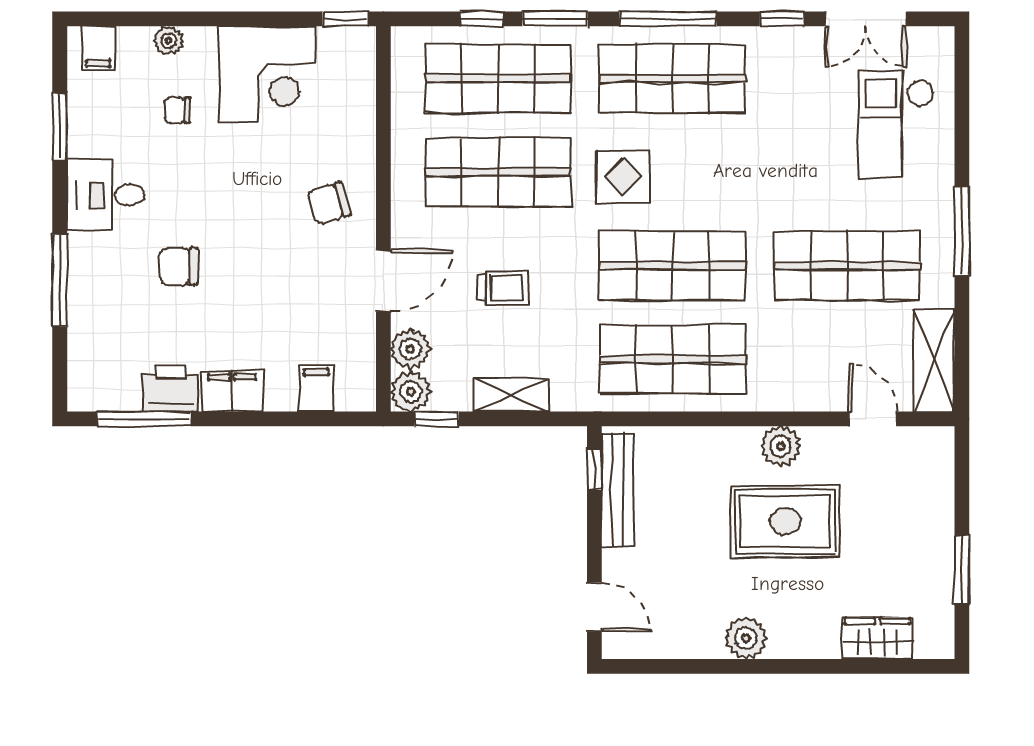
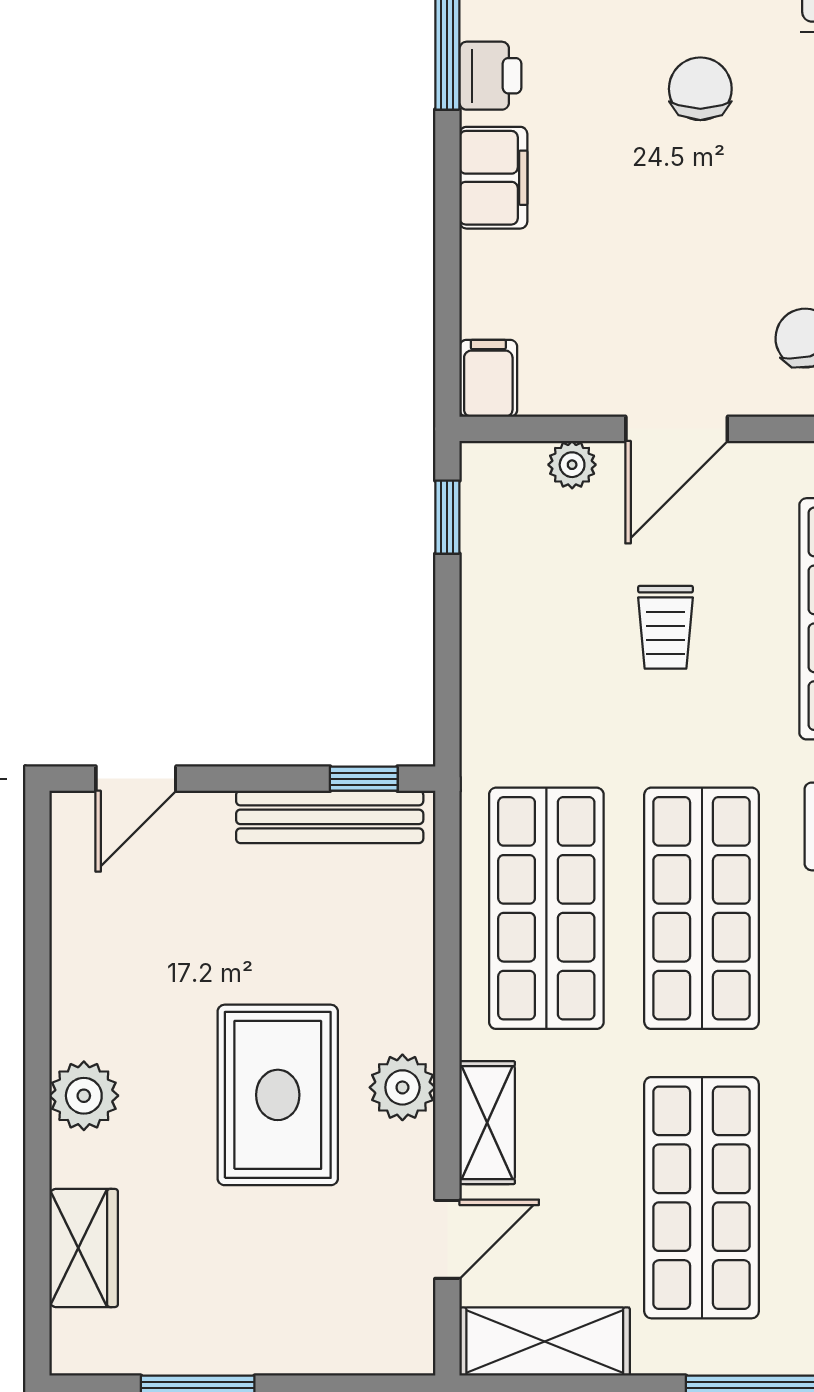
door: (383, 281) -> (677, 429), hinge flipped
plant: (410, 349) -> (572, 465), width x0.73, depth x0.73
filing cabinet: (316, 388) -> (488, 378), moved, turned -90
printer: (170, 389) -> (490, 76), width x0.73, depth x0.81
plant: (411, 392) -> (493, 474), removed
shelving: (511, 395) -> (487, 1123), moved
plant: (746, 638) -> (84, 1096), moved

